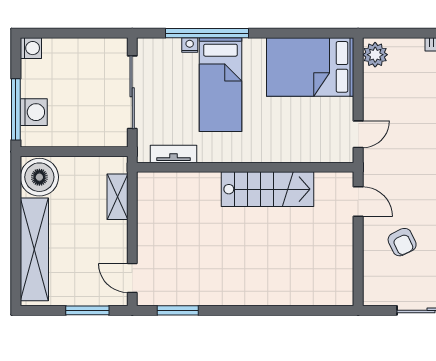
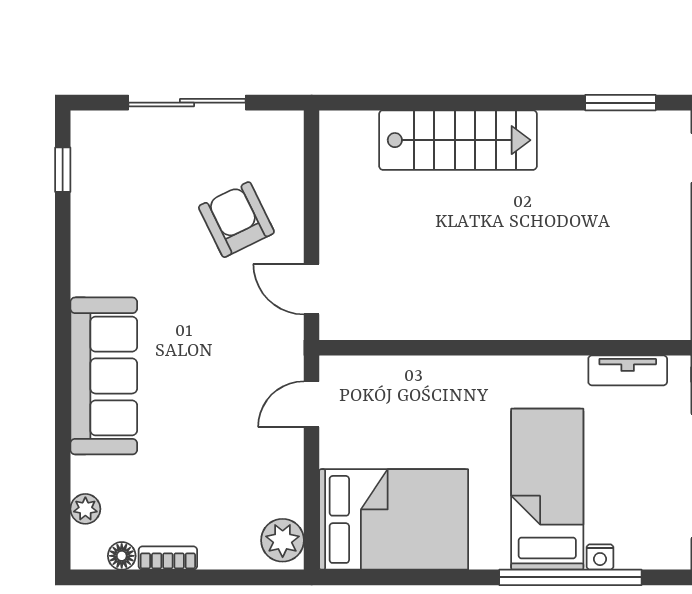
stairs: (268, 189) -> (458, 140), moved, turned 180
armchair: (402, 242) -> (236, 220), width x1.38, depth x1.38

